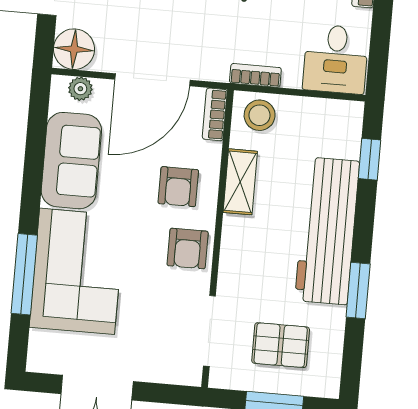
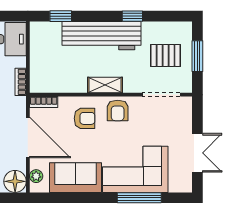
stool: (260, 115) -> (42, 78), removed
shelving: (240, 182) -> (105, 85), moved
armchair: (188, 248) -> (118, 110), turned 90
window: (358, 290) -> (132, 16), width x0.67
pallet: (281, 345) -> (166, 55), turned 90

